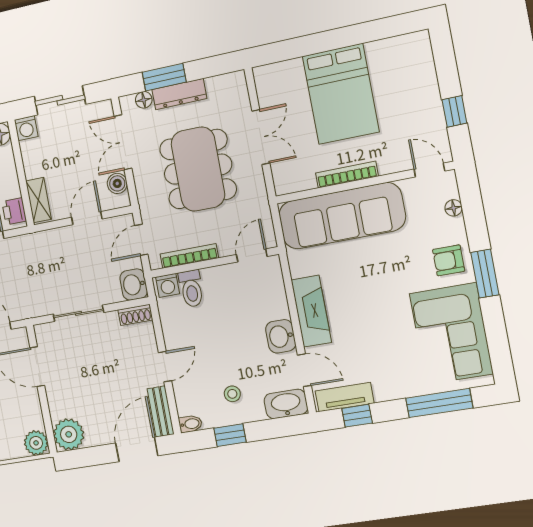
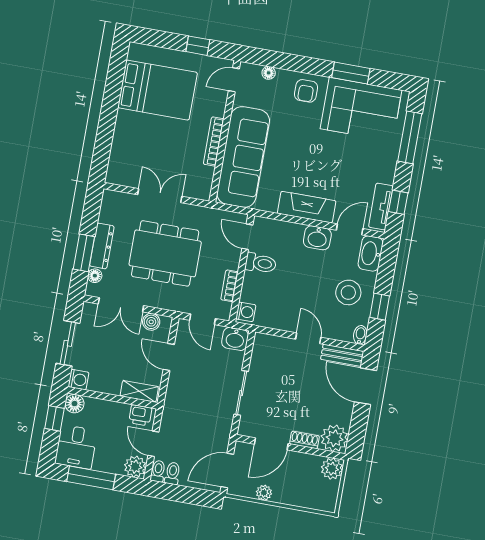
bed: (341, 94) -> (158, 90), moved
bookcase: (189, 256) -> (229, 286), width x0.64
window: (485, 274) -> (351, 73), moved
toilet: (191, 289) -> (261, 263), moved
shoe rack: (135, 315) -> (304, 440), moved, turned -90
stool: (232, 394) -> (348, 292), width x1.89, depth x1.89

